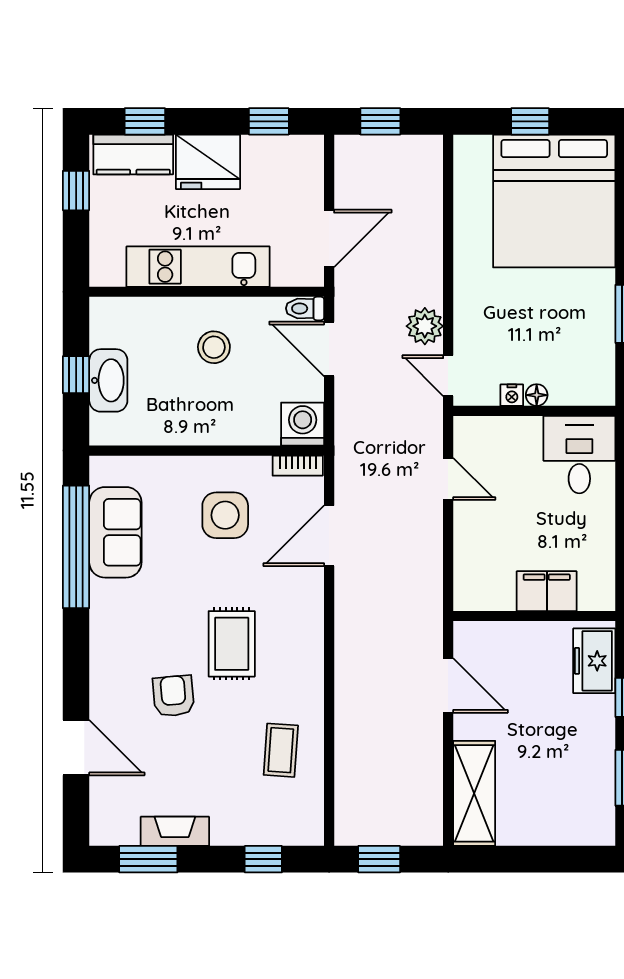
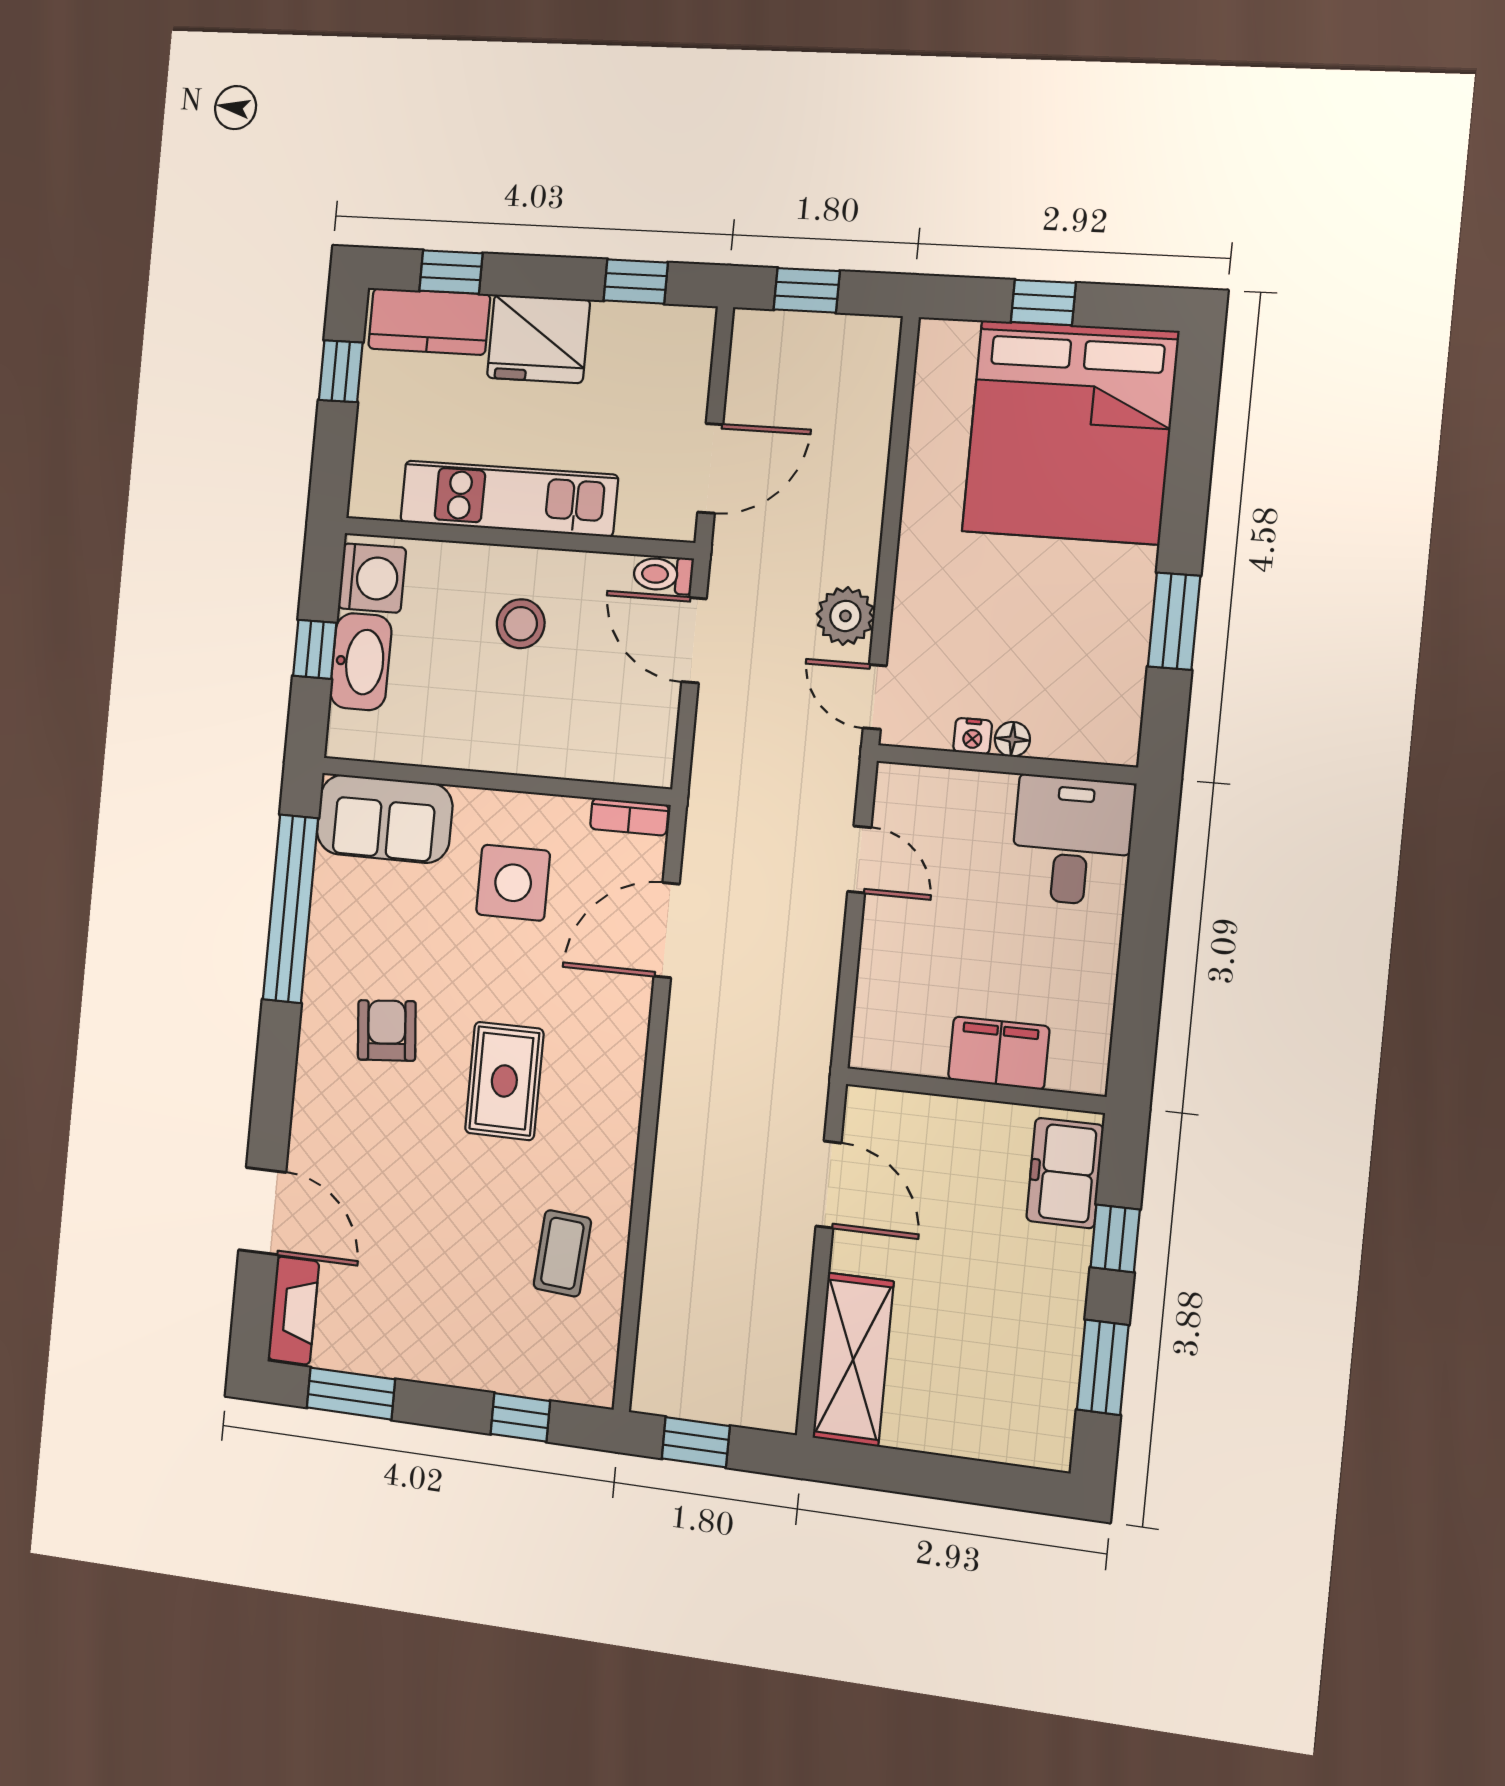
washing machine: (303, 424) -> (372, 578), moved, turned 90
sofa: (115, 532) -> (384, 819), moved, turned 90
armchair: (173, 696) -> (387, 1030), moved
fireplace: (175, 831) -> (293, 1311), moved, turned 90

